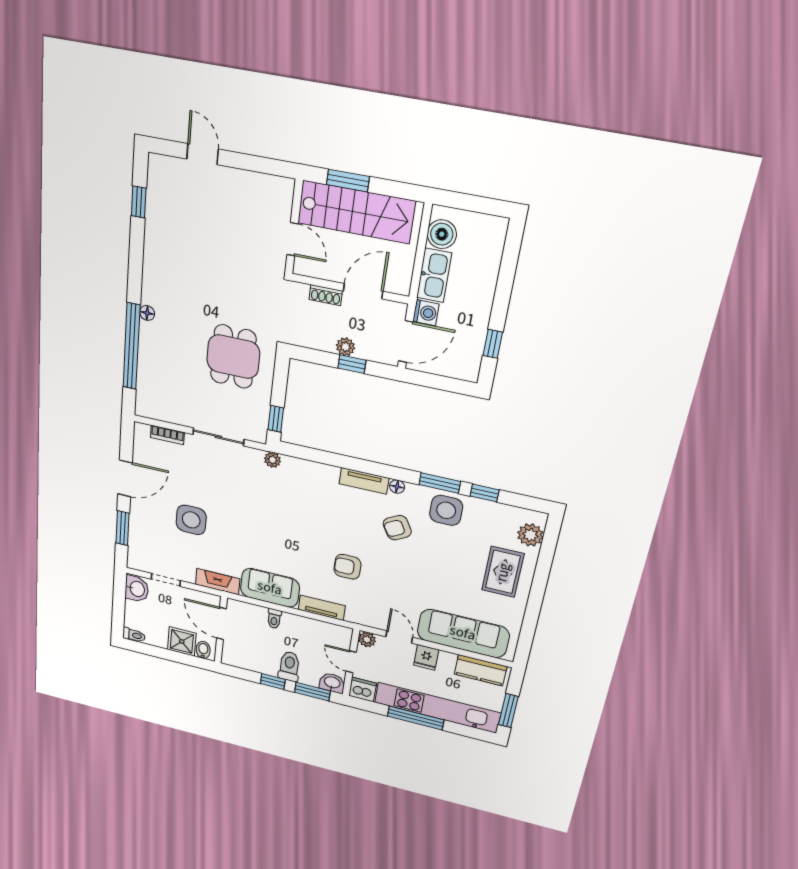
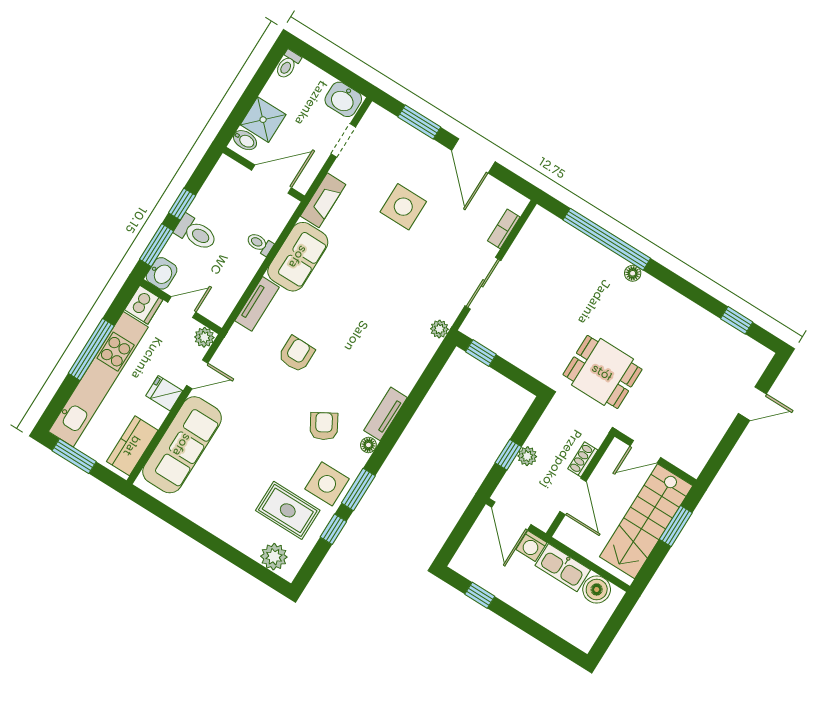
dining table: (233, 357) -> (602, 372), moved
rug: (503, 572) -> (288, 510), moved

